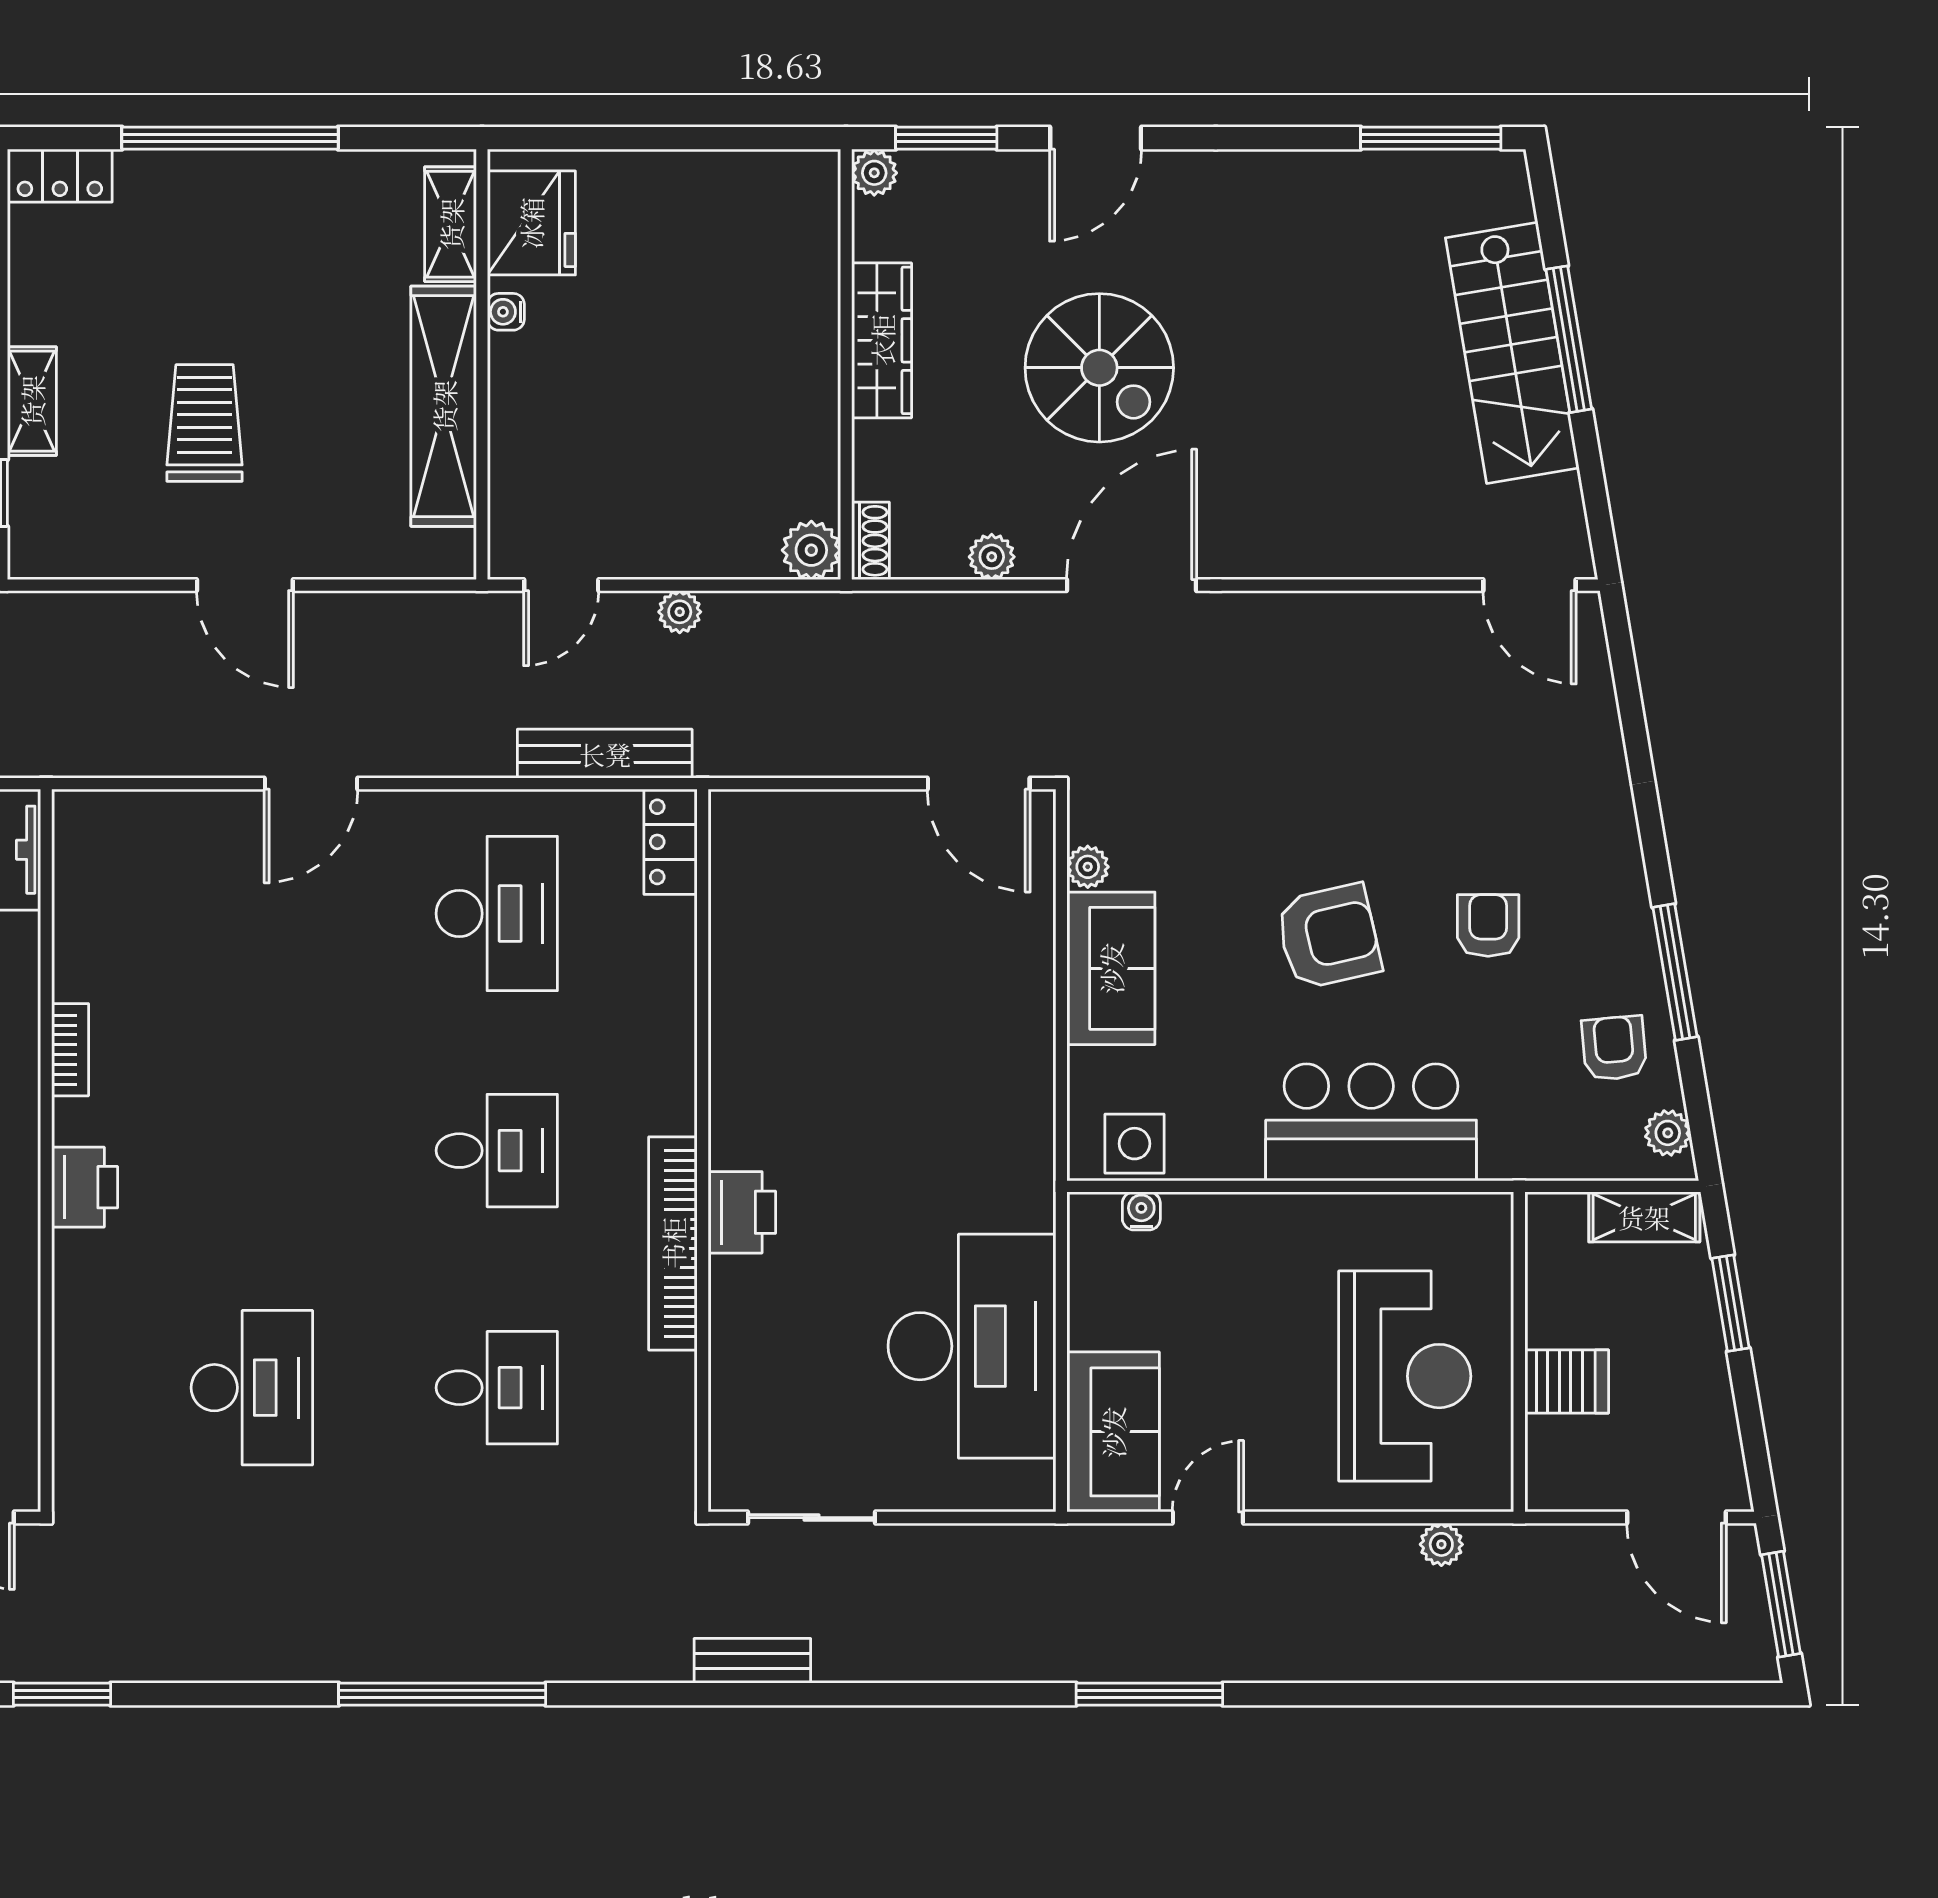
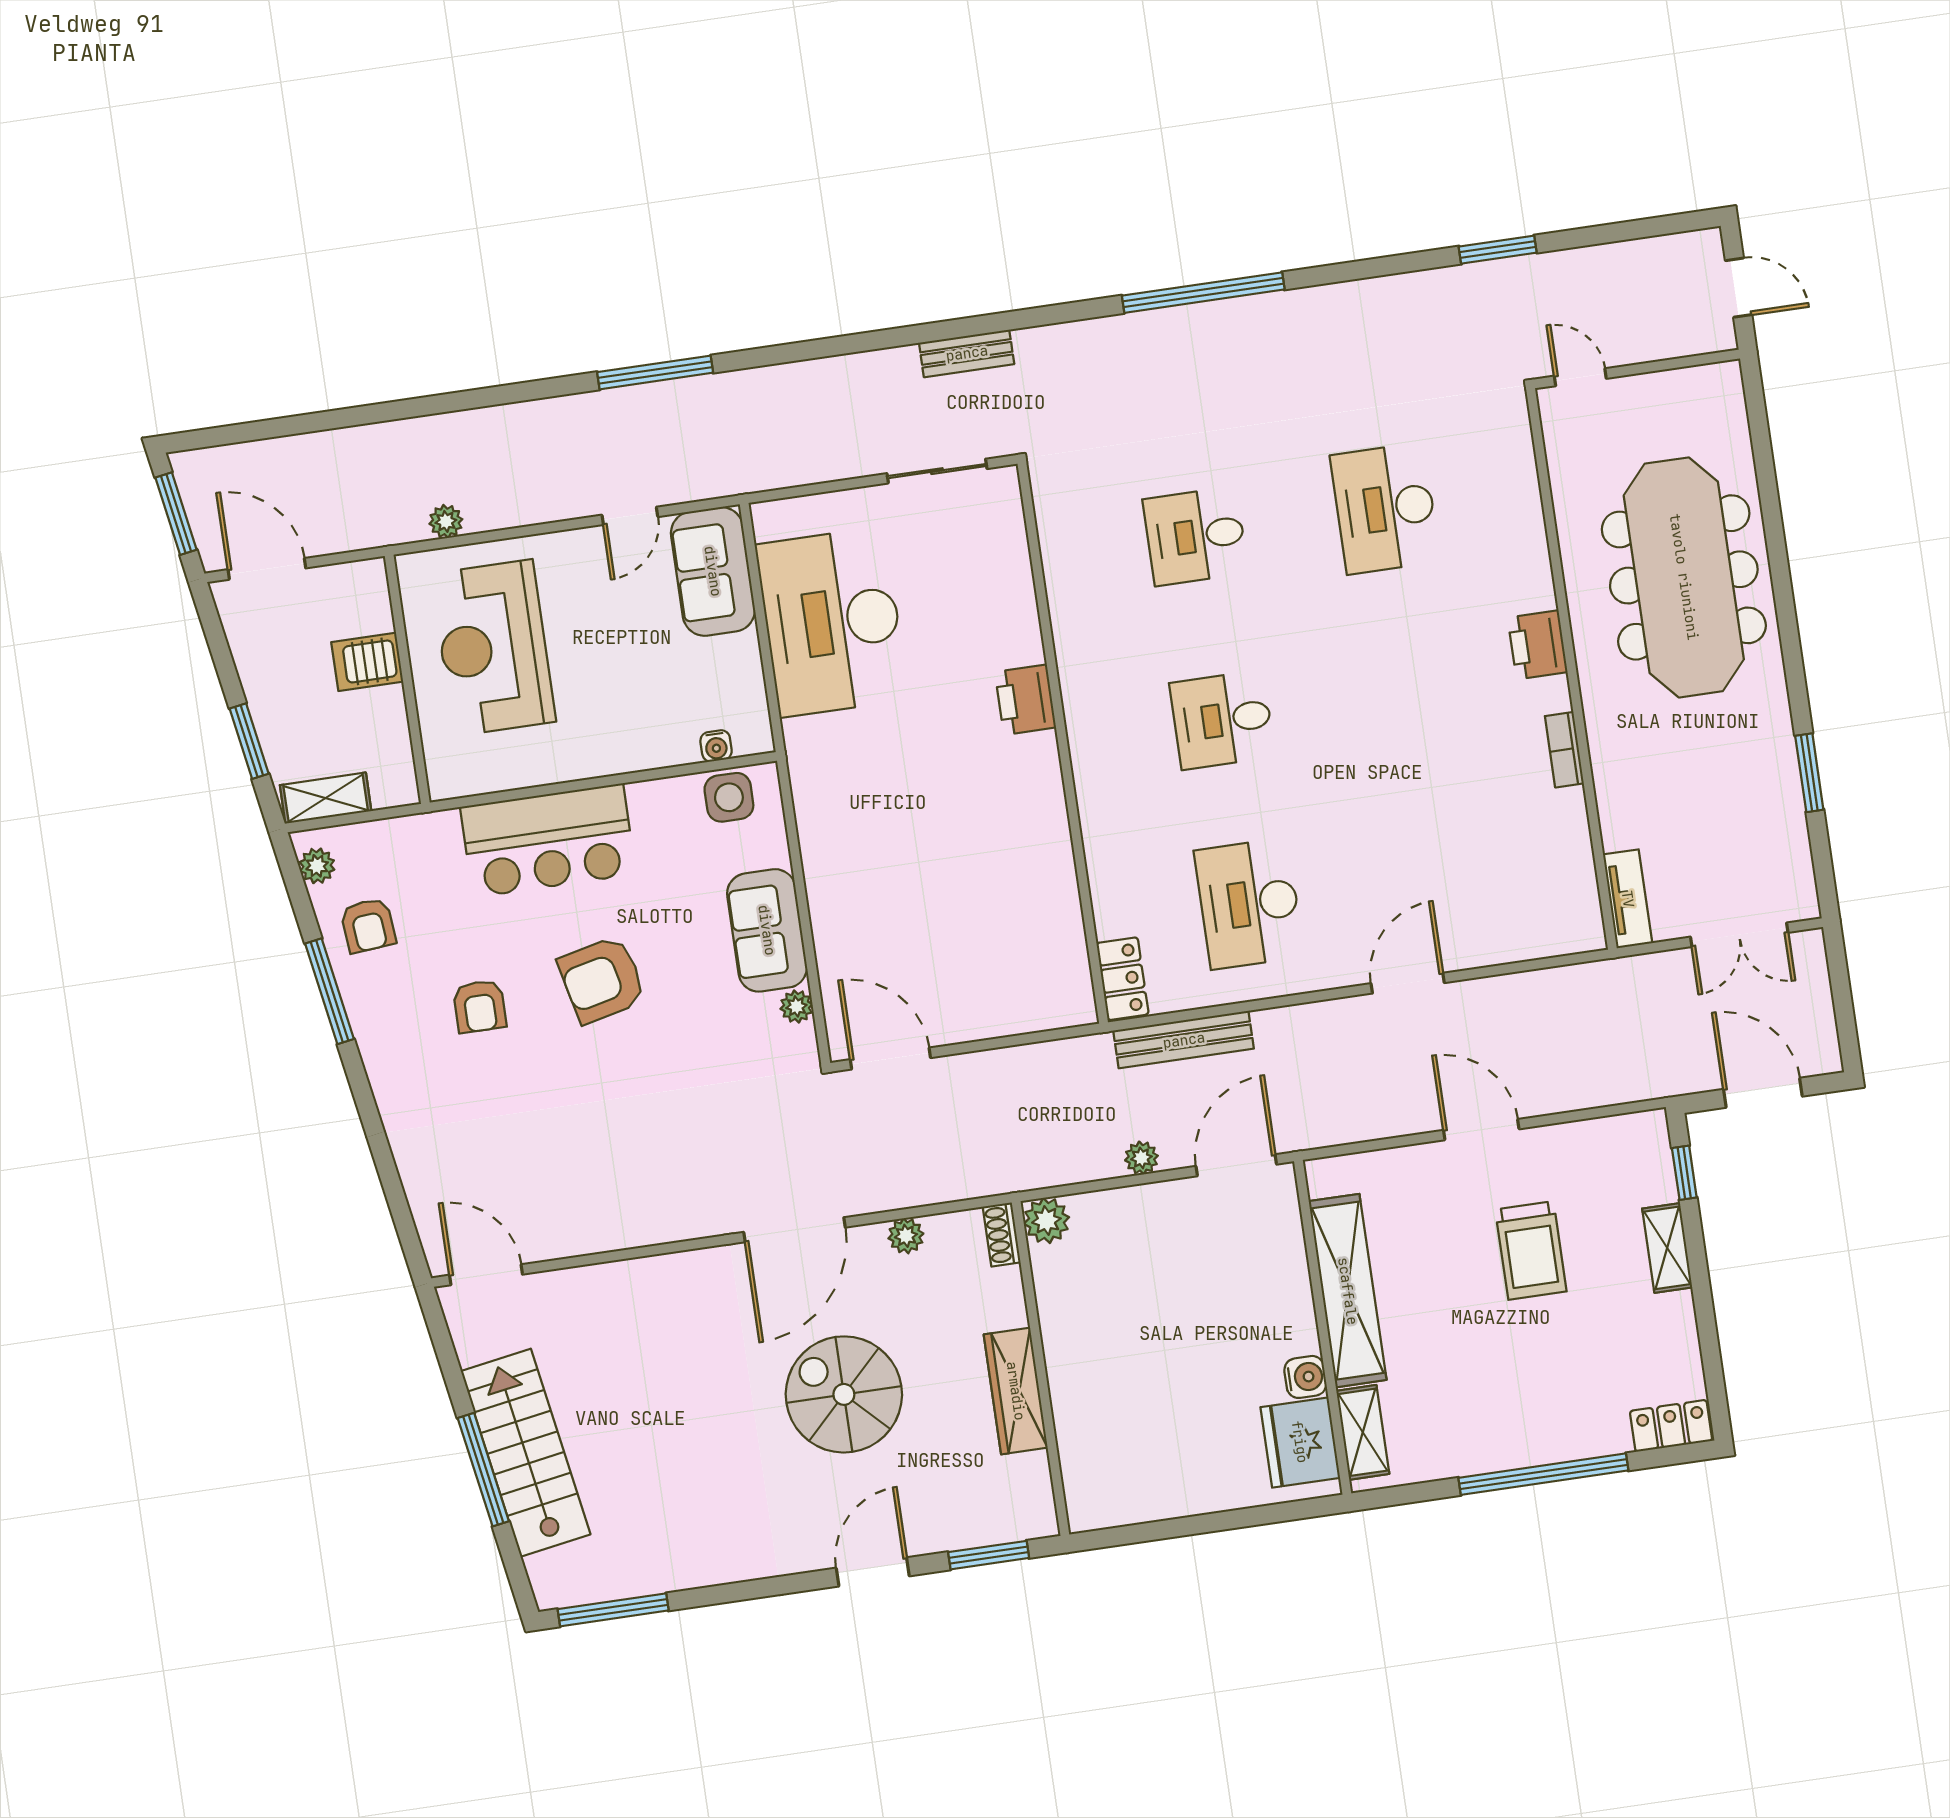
plant: (874, 173) -> (1040, 1520), removed
water cooler: (506, 312) -> (1305, 1377), width x1.38, depth x1.38
door: (561, 585) -> (1236, 1165), width x1.38
bookcase: (673, 1243) -> (1075, 668), removed

